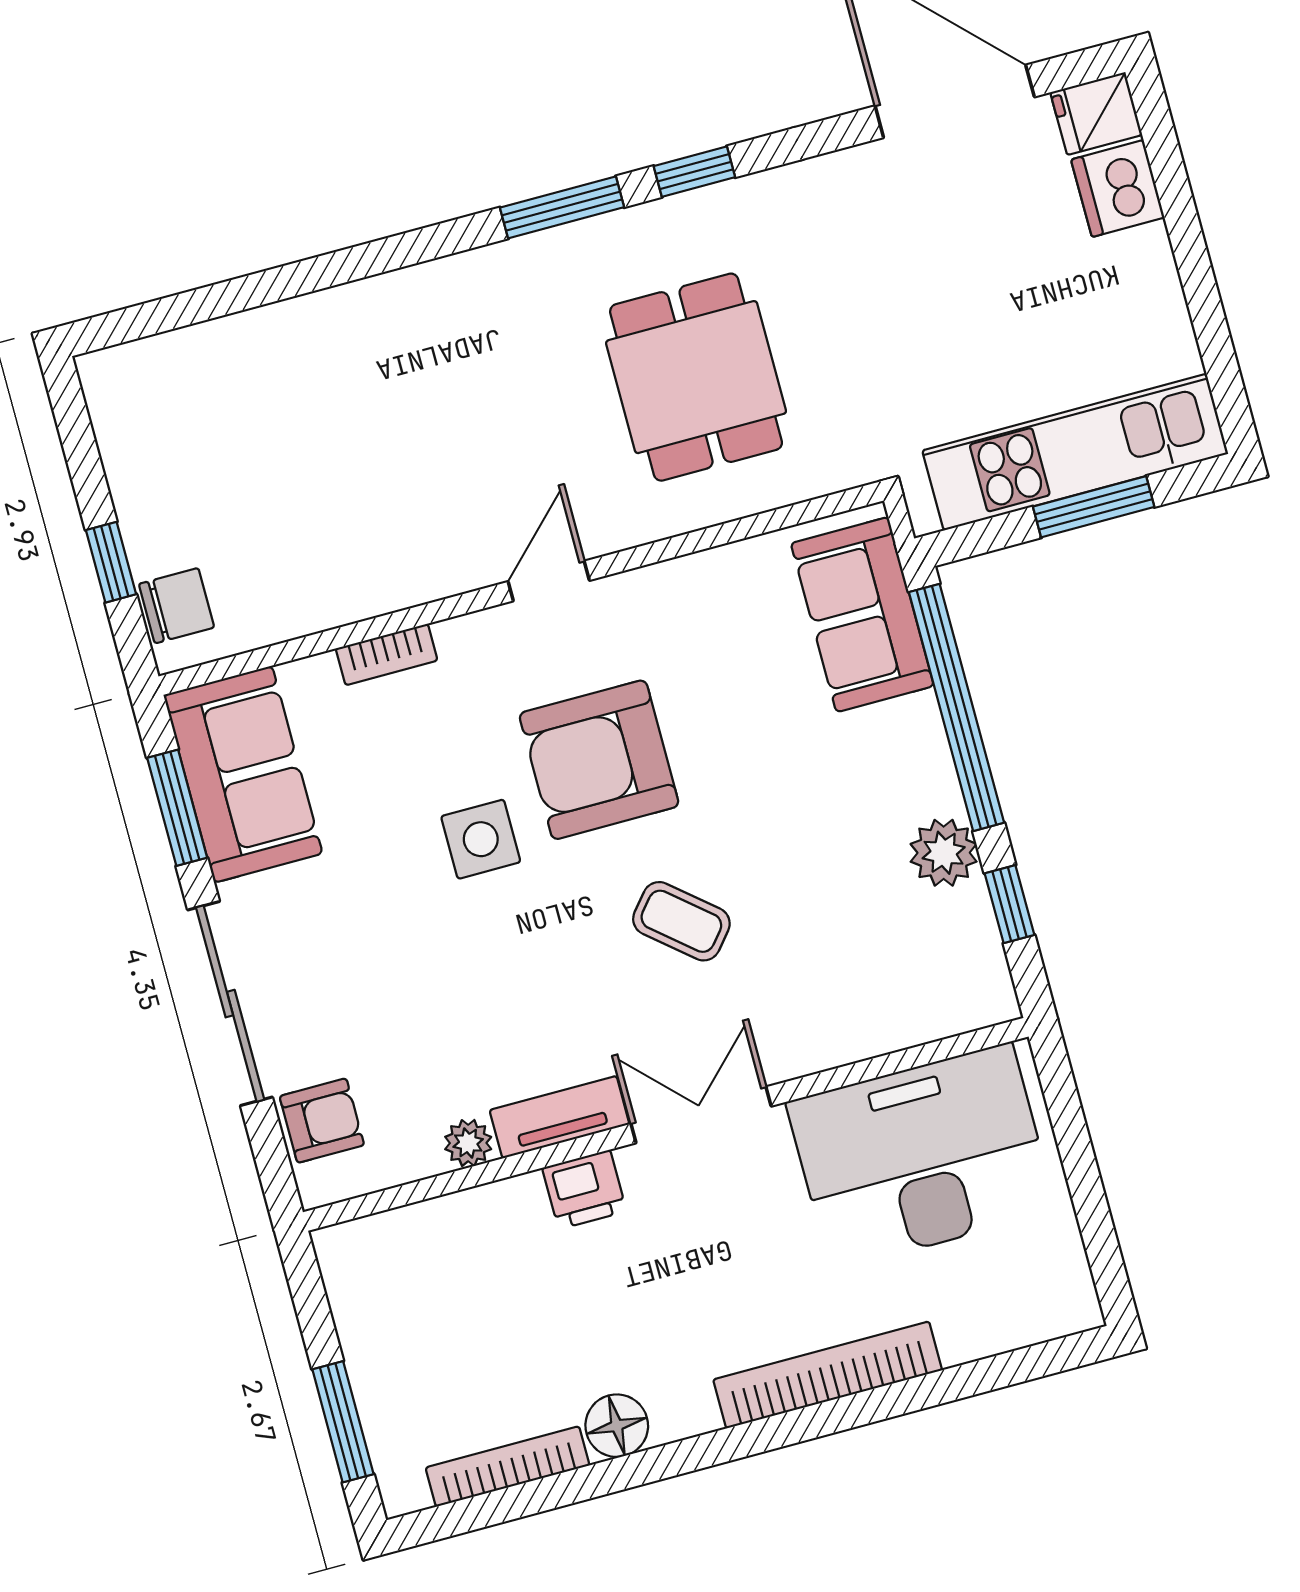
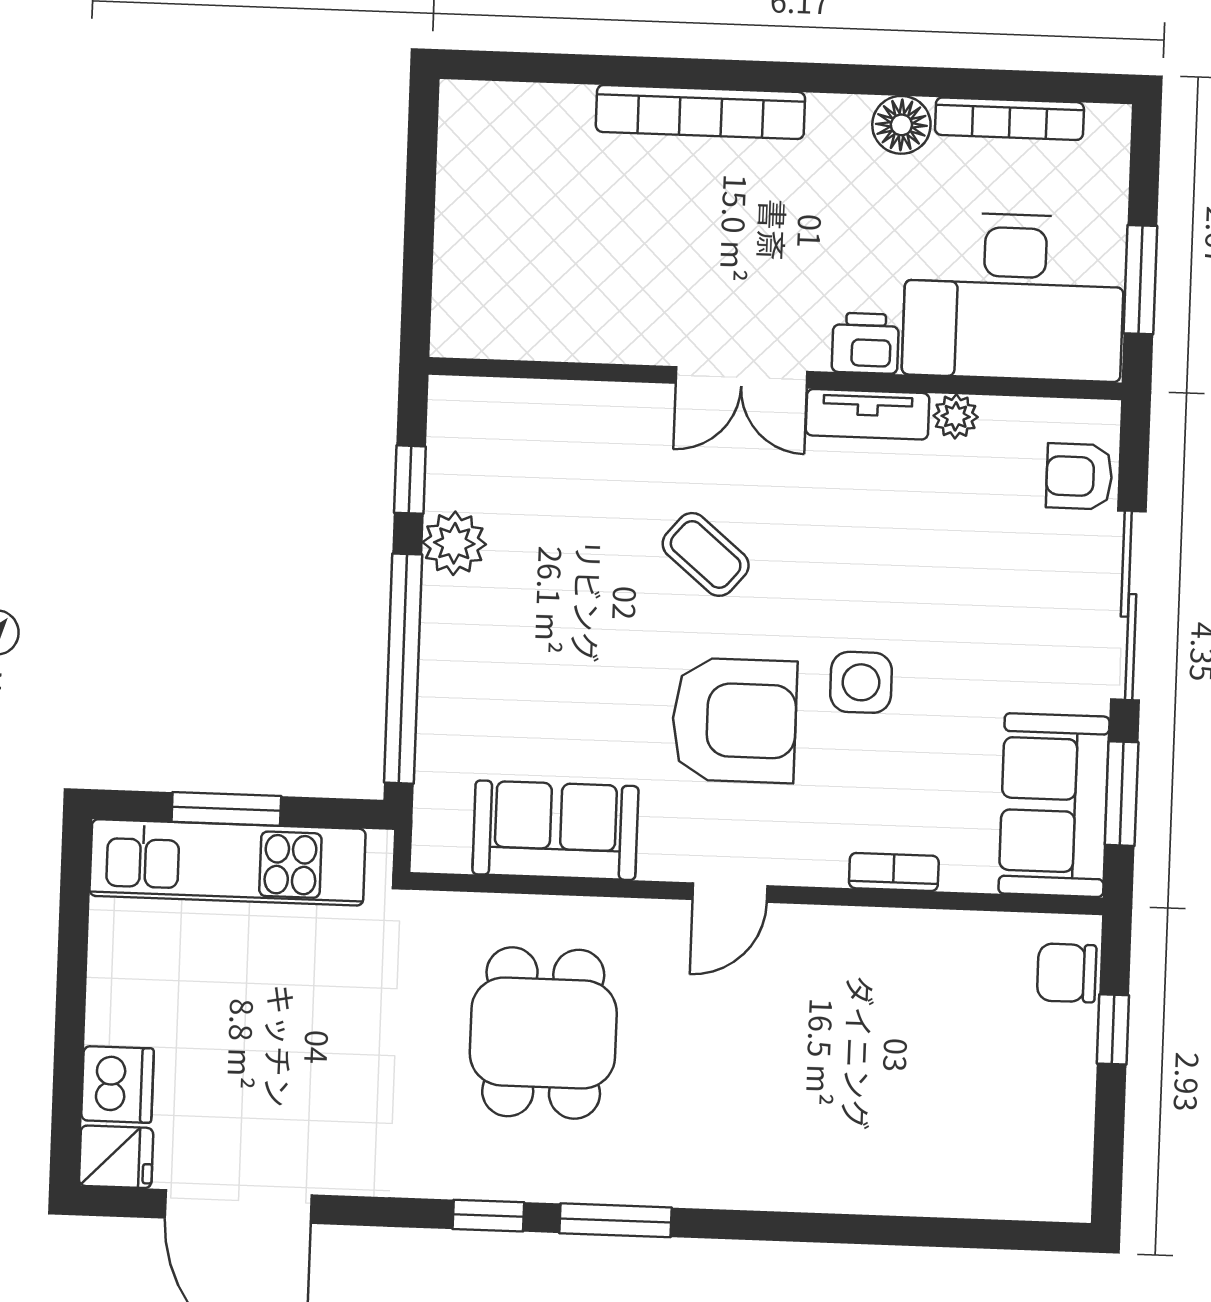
sofa: (862, 615) -> (555, 830), moved, turned -90
desk: (921, 1157) -> (1014, 297), moved
window: (343, 1422) -> (1140, 280), moved

